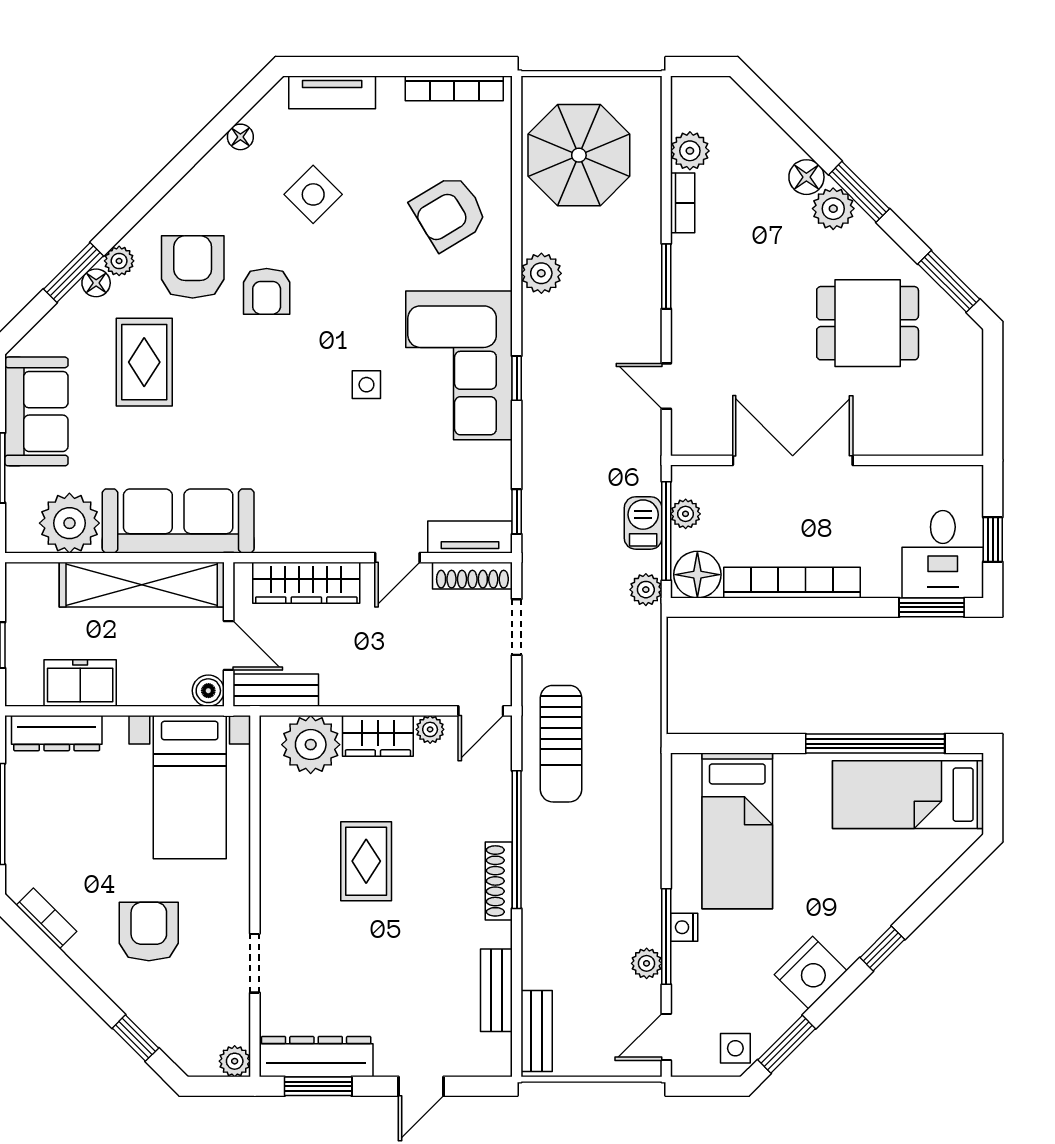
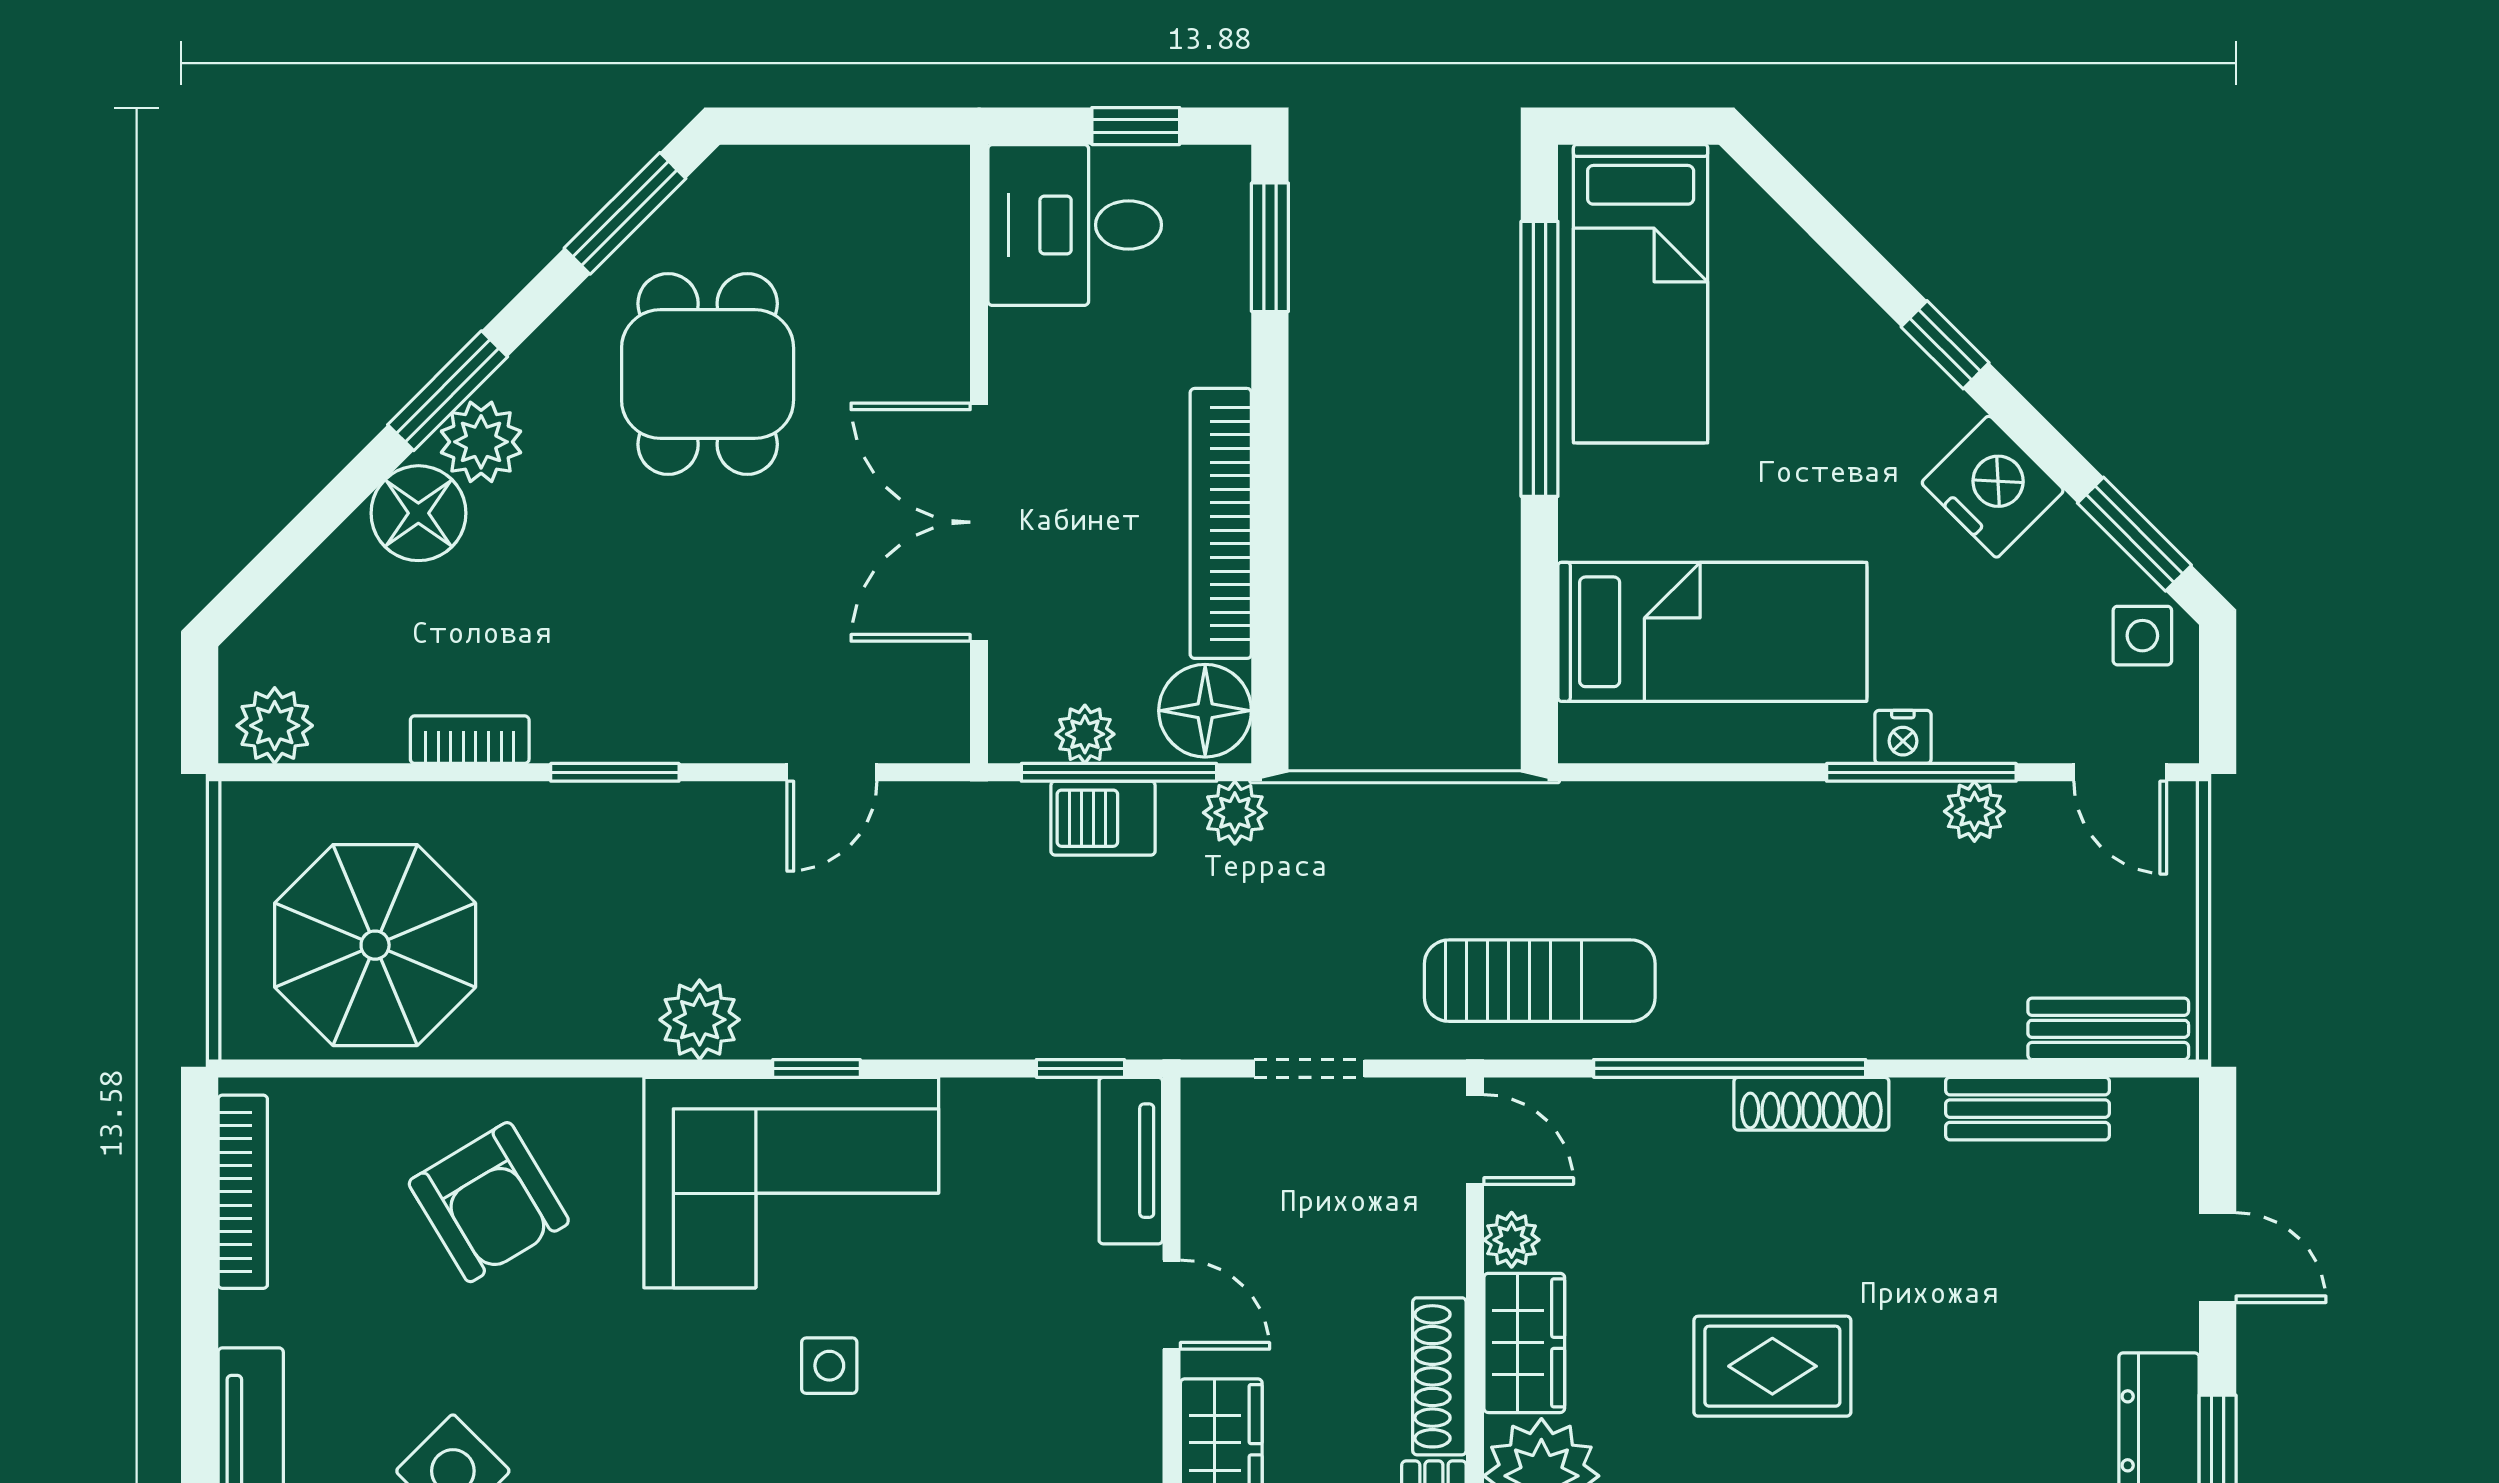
plant: (690, 151) -> (275, 726), moved
floor lamp: (806, 177) -> (418, 513), width x1.38, depth x1.38
plant: (541, 273) -> (700, 1020), moved
desk: (943, 554) -> (1075, 225), moved, turned 180
shoe rack: (472, 576) -> (1439, 1376), moved, turned 180

